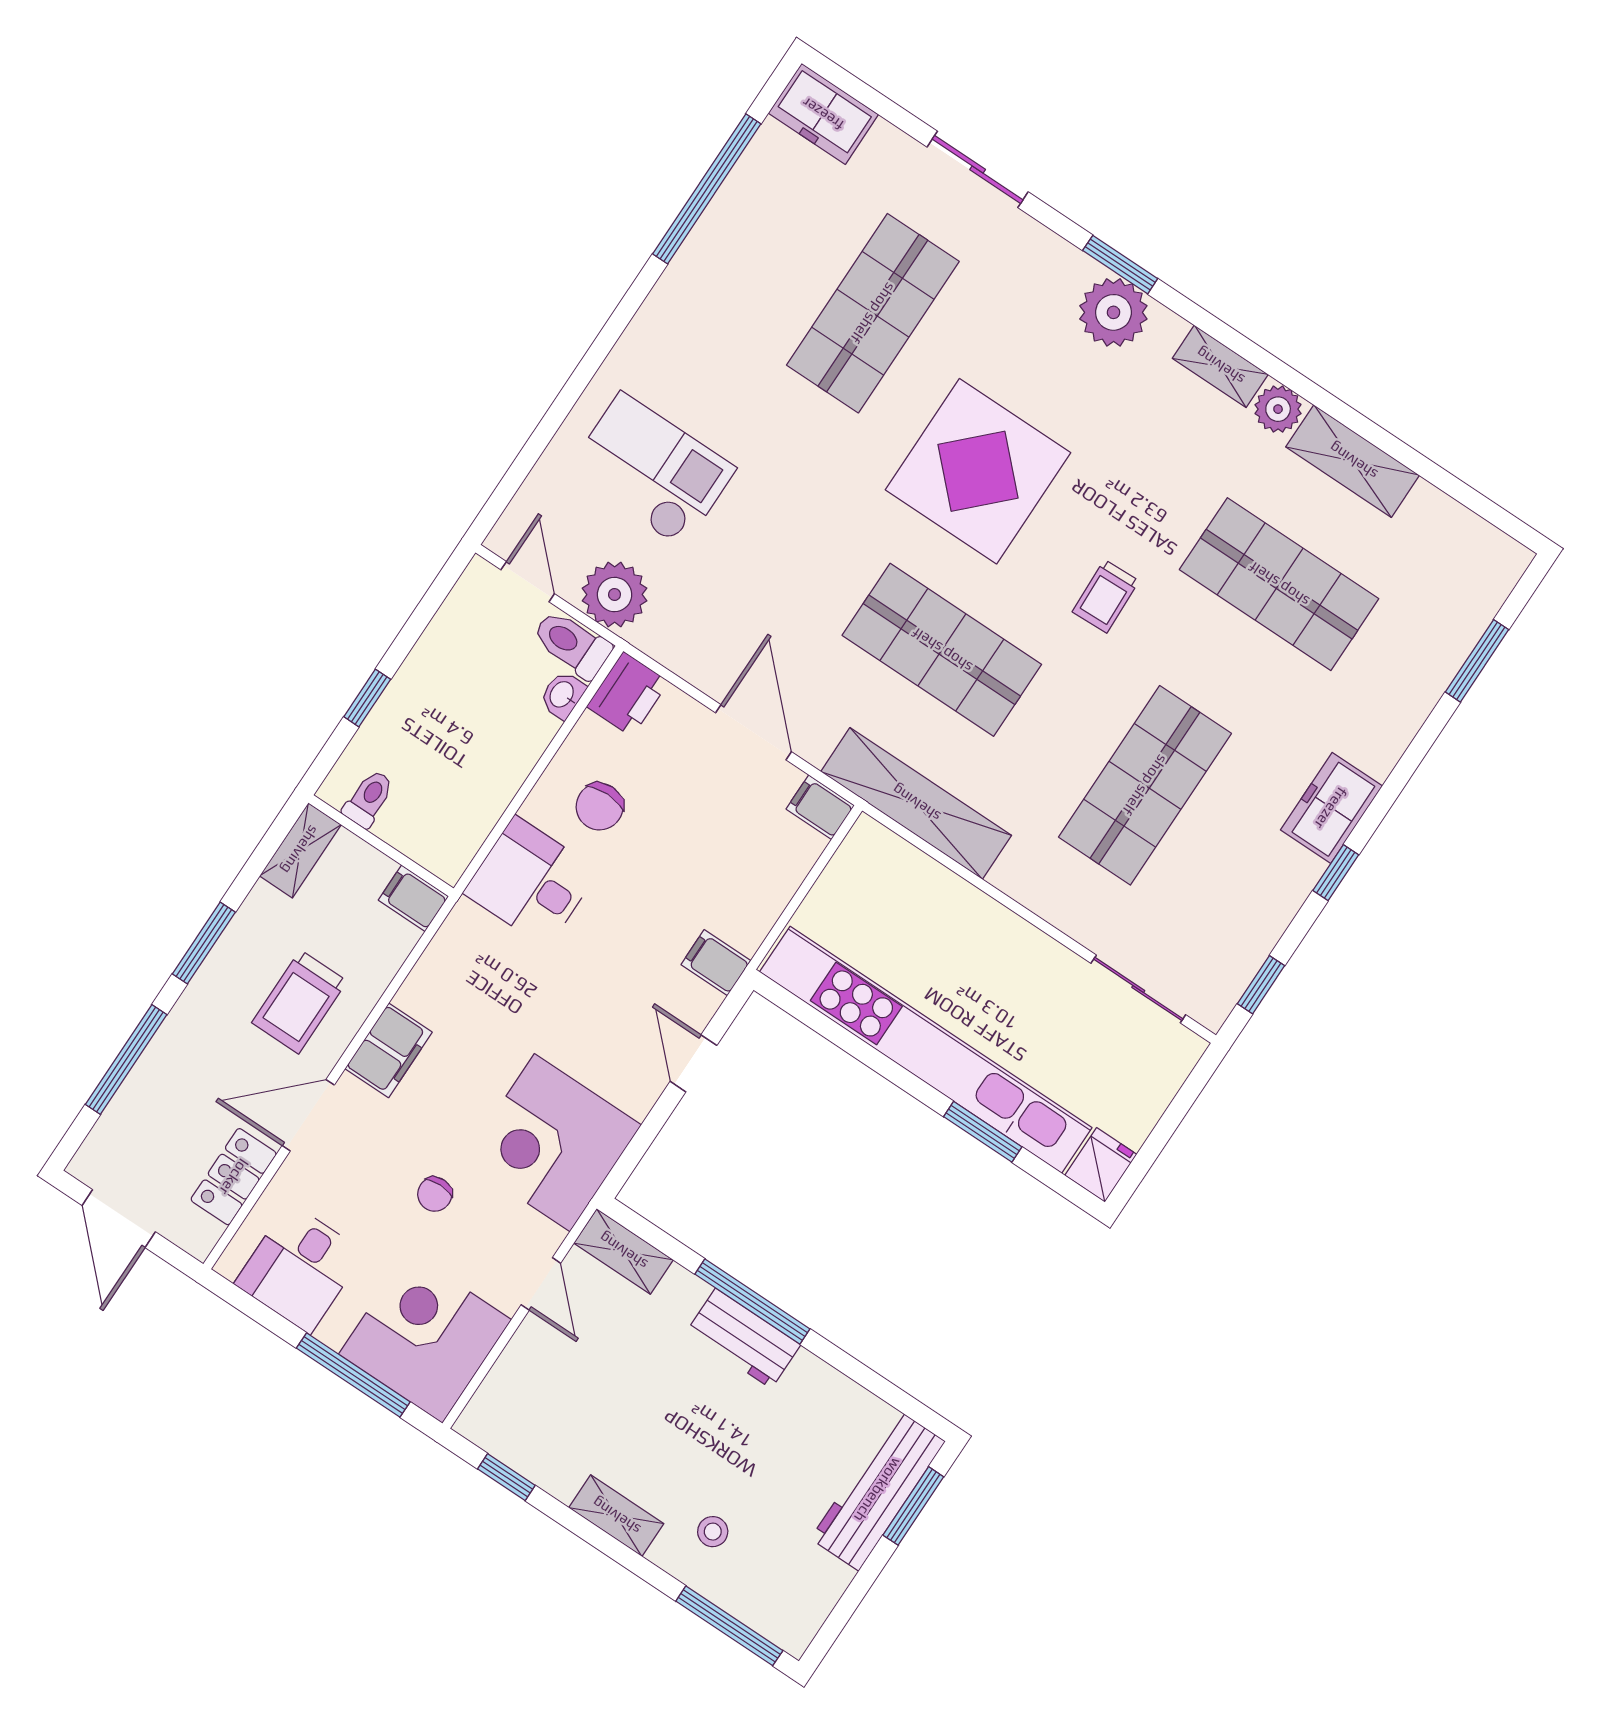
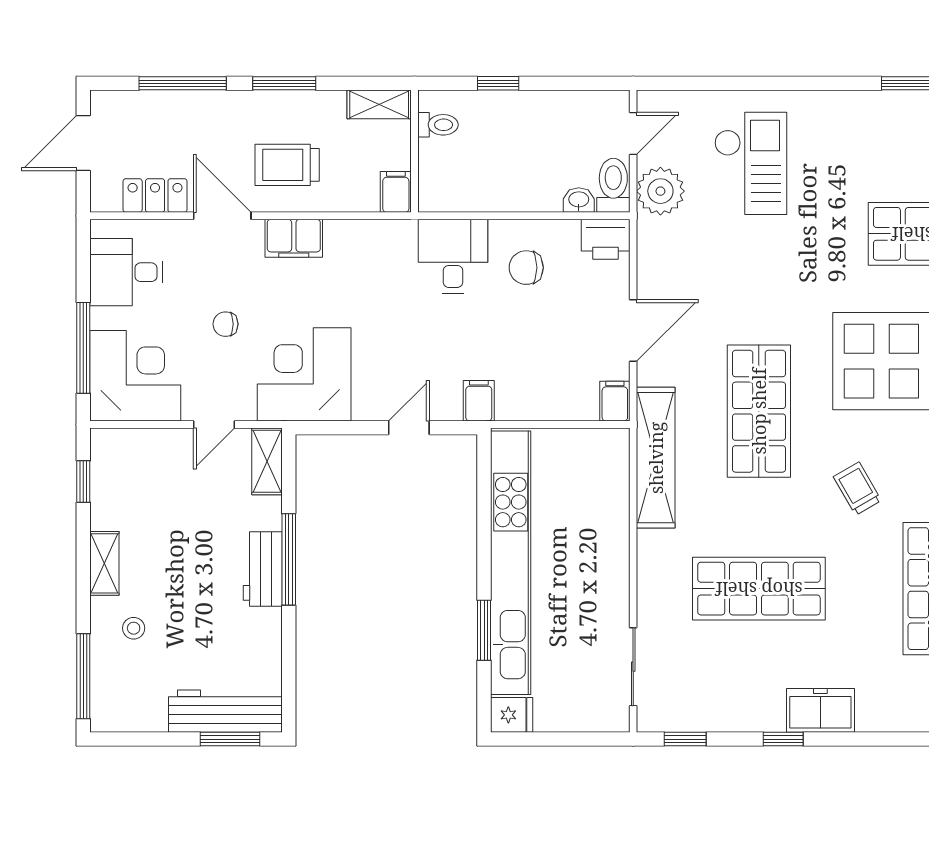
trolley: (1106, 596) -> (857, 489), turned 62

